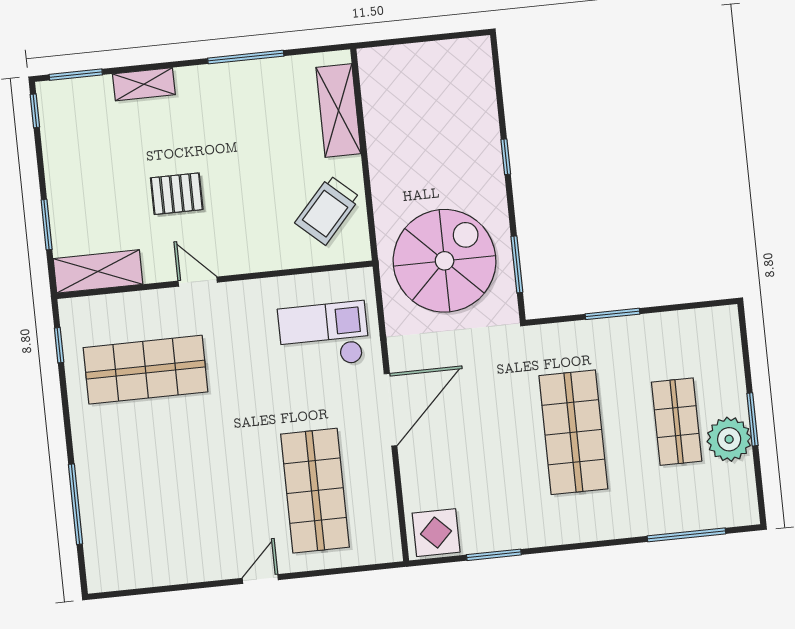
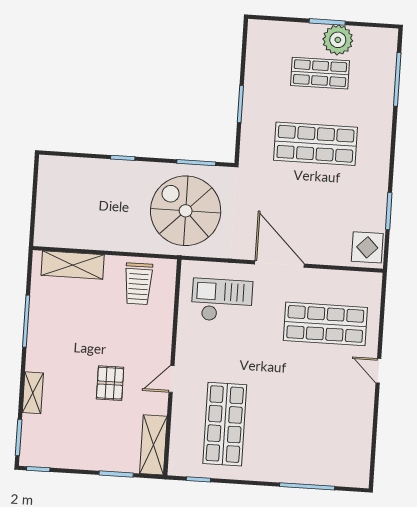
trolley: (328, 210) -> (138, 284), turned 48
checkout: (324, 335) -> (222, 300), turned 90

